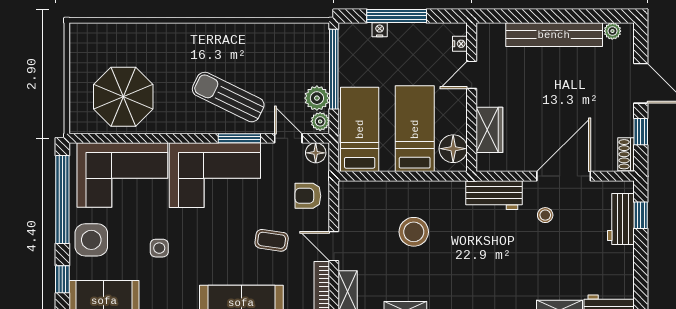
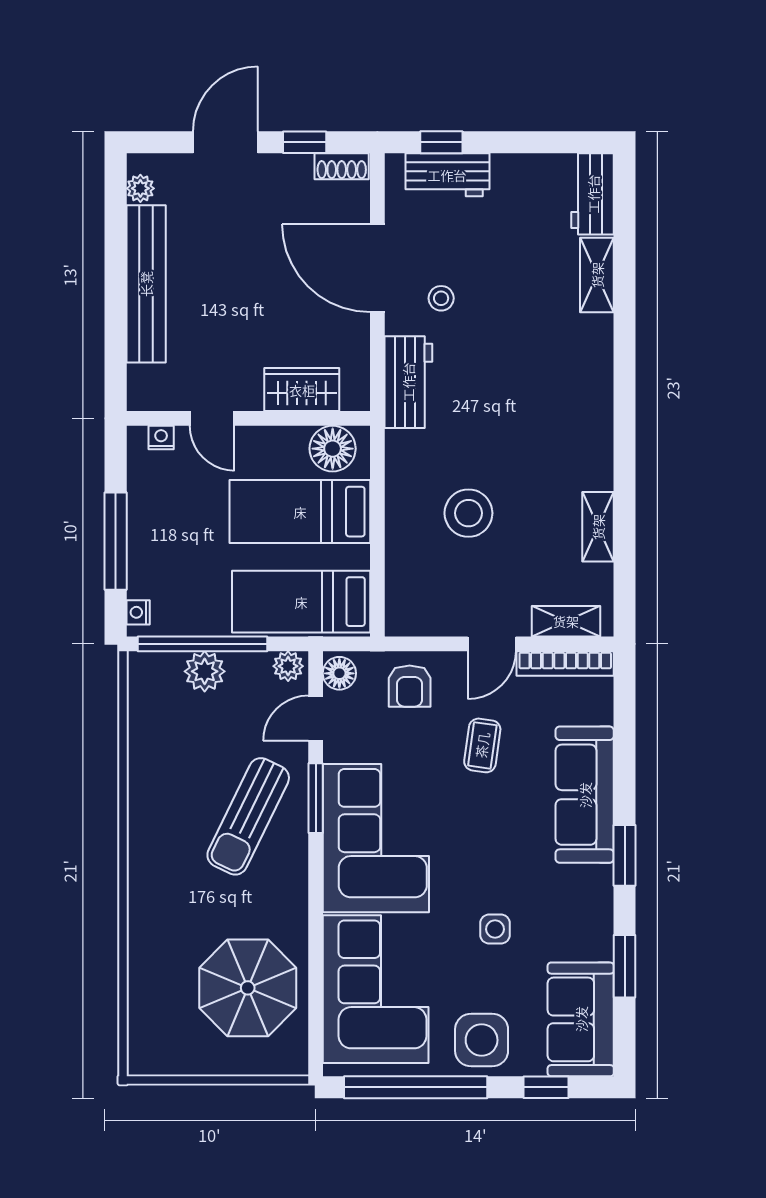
nightstand: (380, 30) -> (138, 612), moved
plant: (317, 98) -> (205, 671), moved

